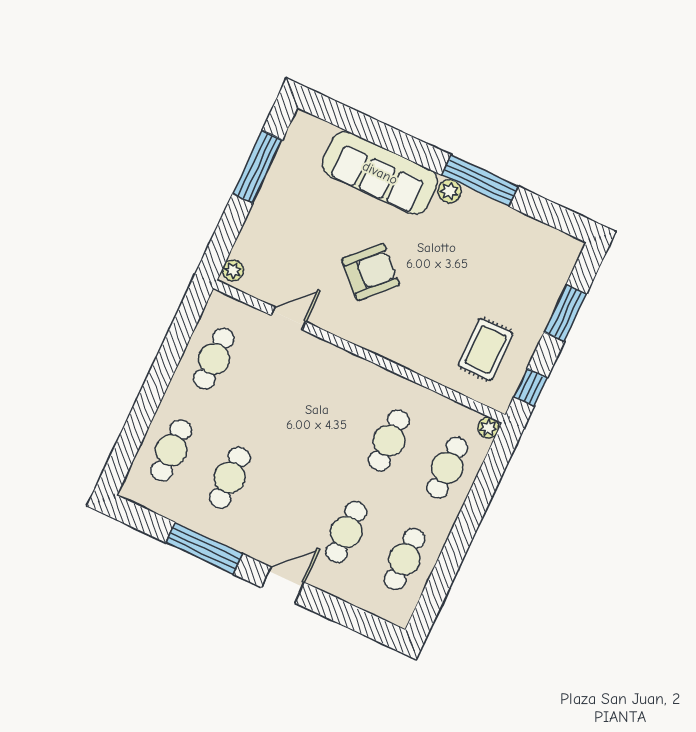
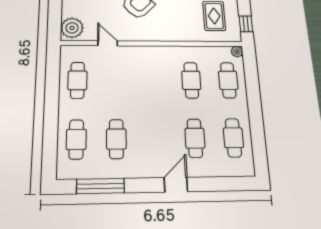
plant: (233, 270) -> (72, 28), width x1.87, depth x1.87
door: (289, 318) -> (108, 43), hinge flipped
window: (204, 548) -> (100, 186), moved

